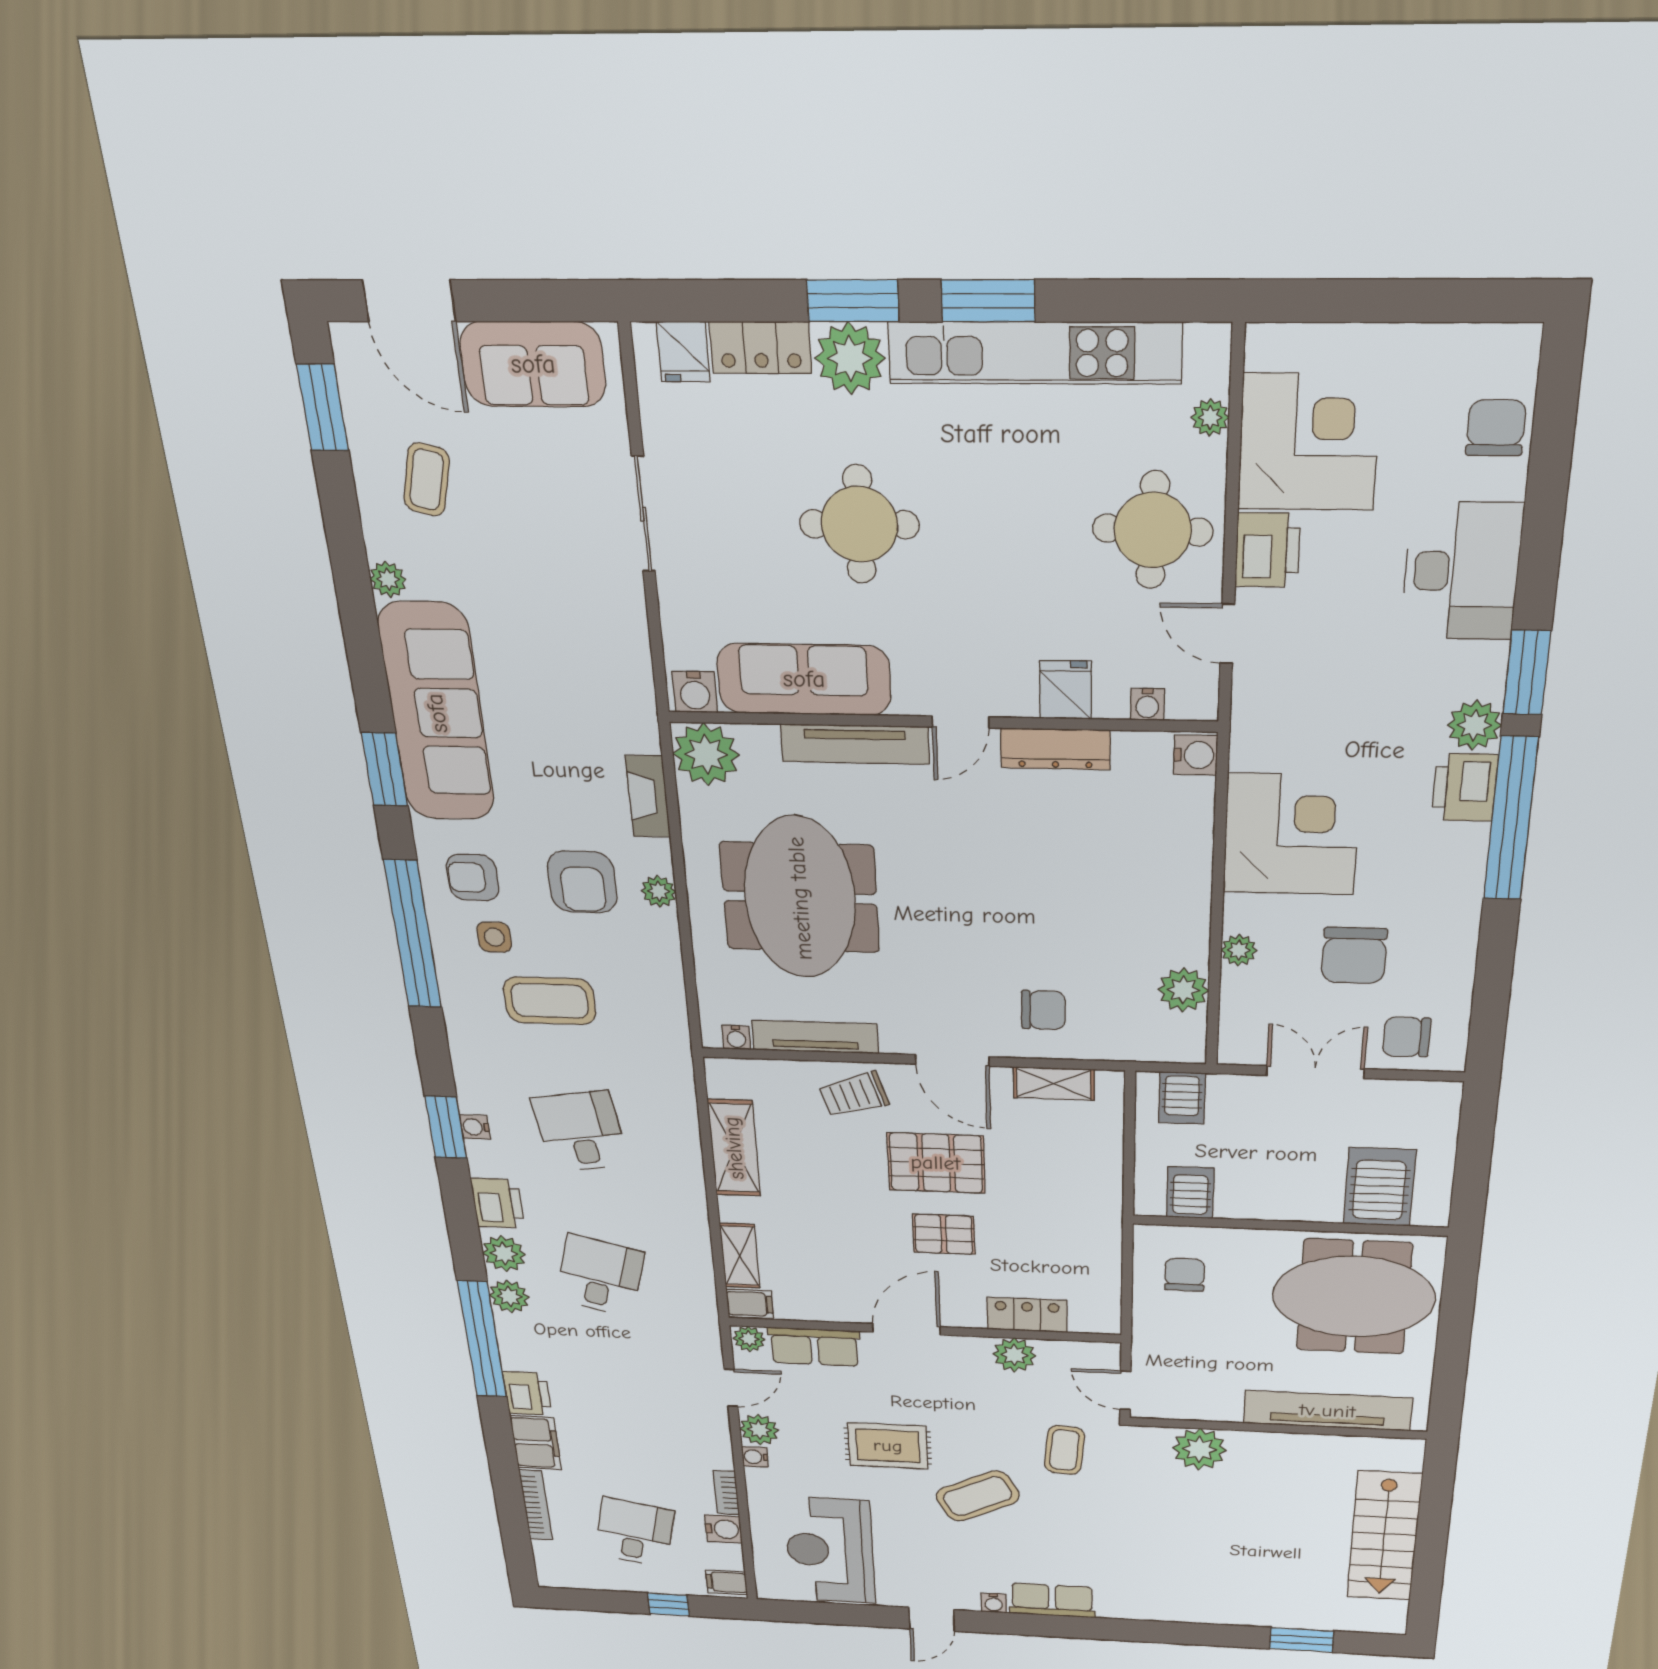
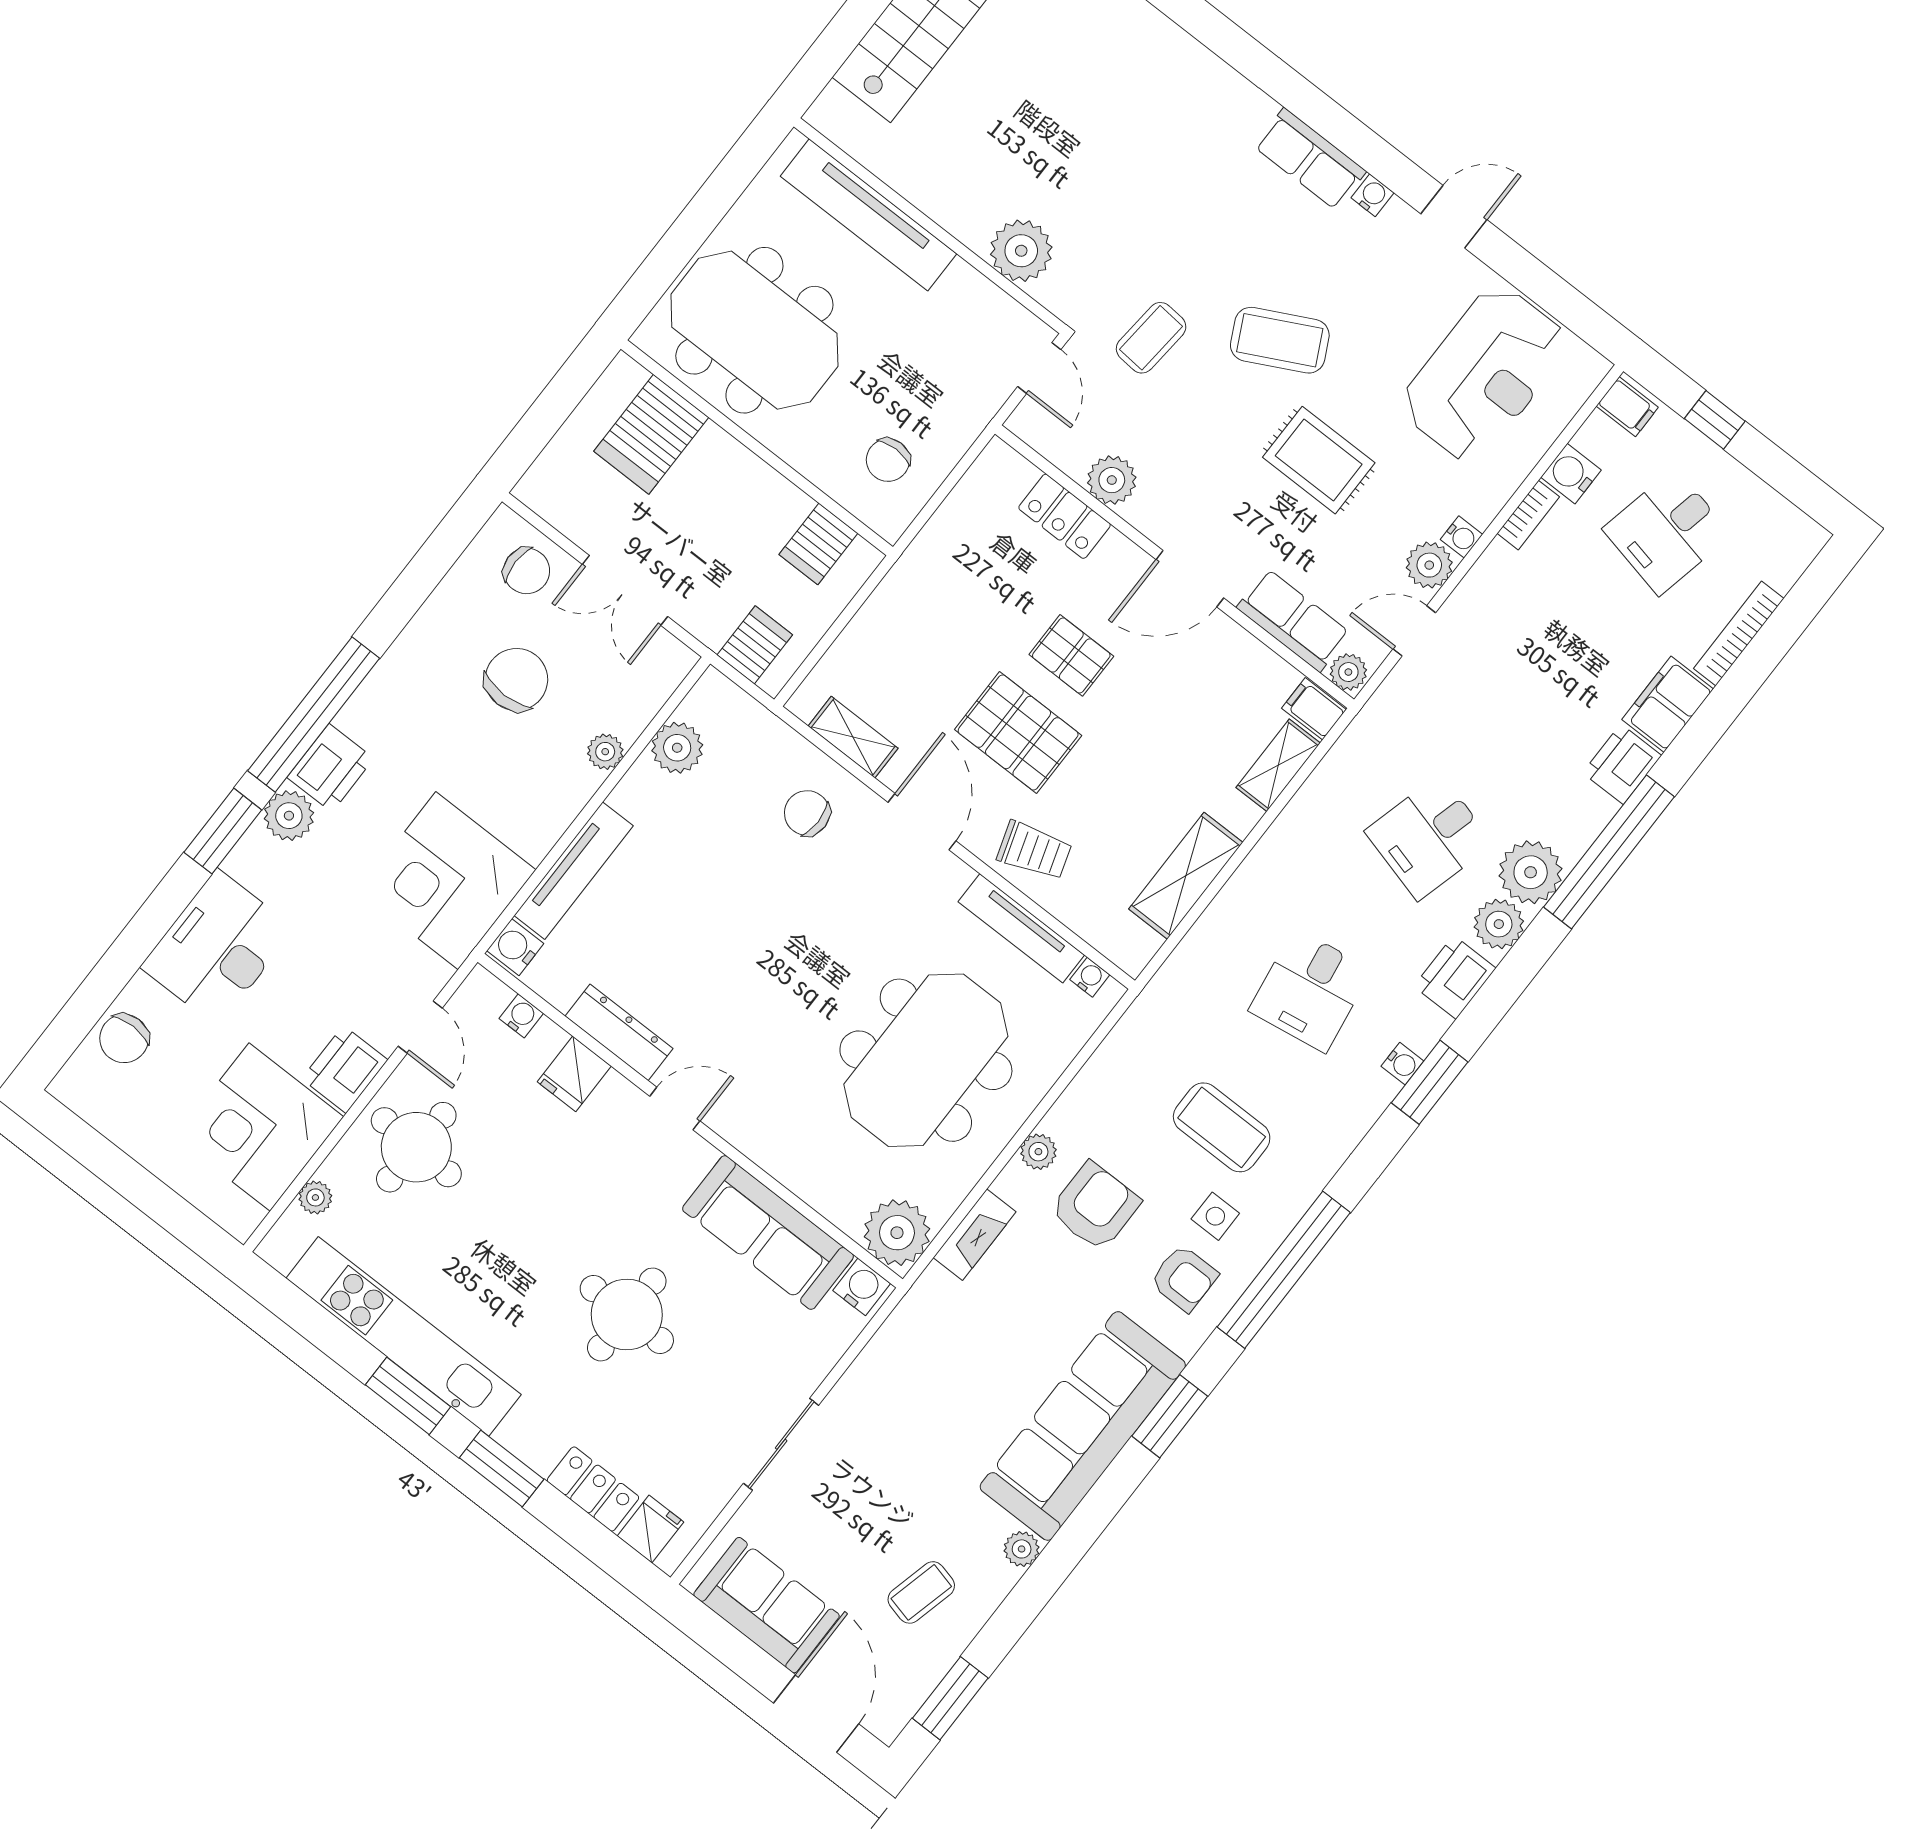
plant: (850, 358) -> (536, 1433), removed
tv unit: (855, 744) -> (574, 871), moved, turned 90
corner desk: (1291, 834) -> (447, 881), moved
plant: (509, 1296) -> (1531, 872), width x1.36, depth x1.36

